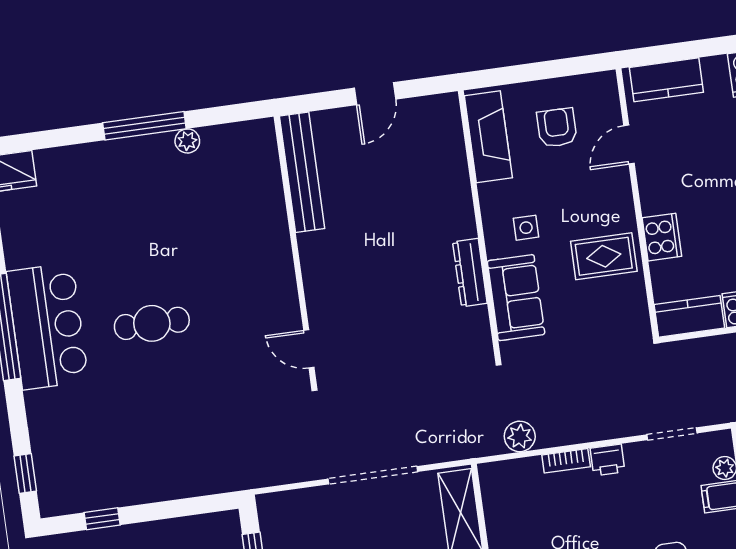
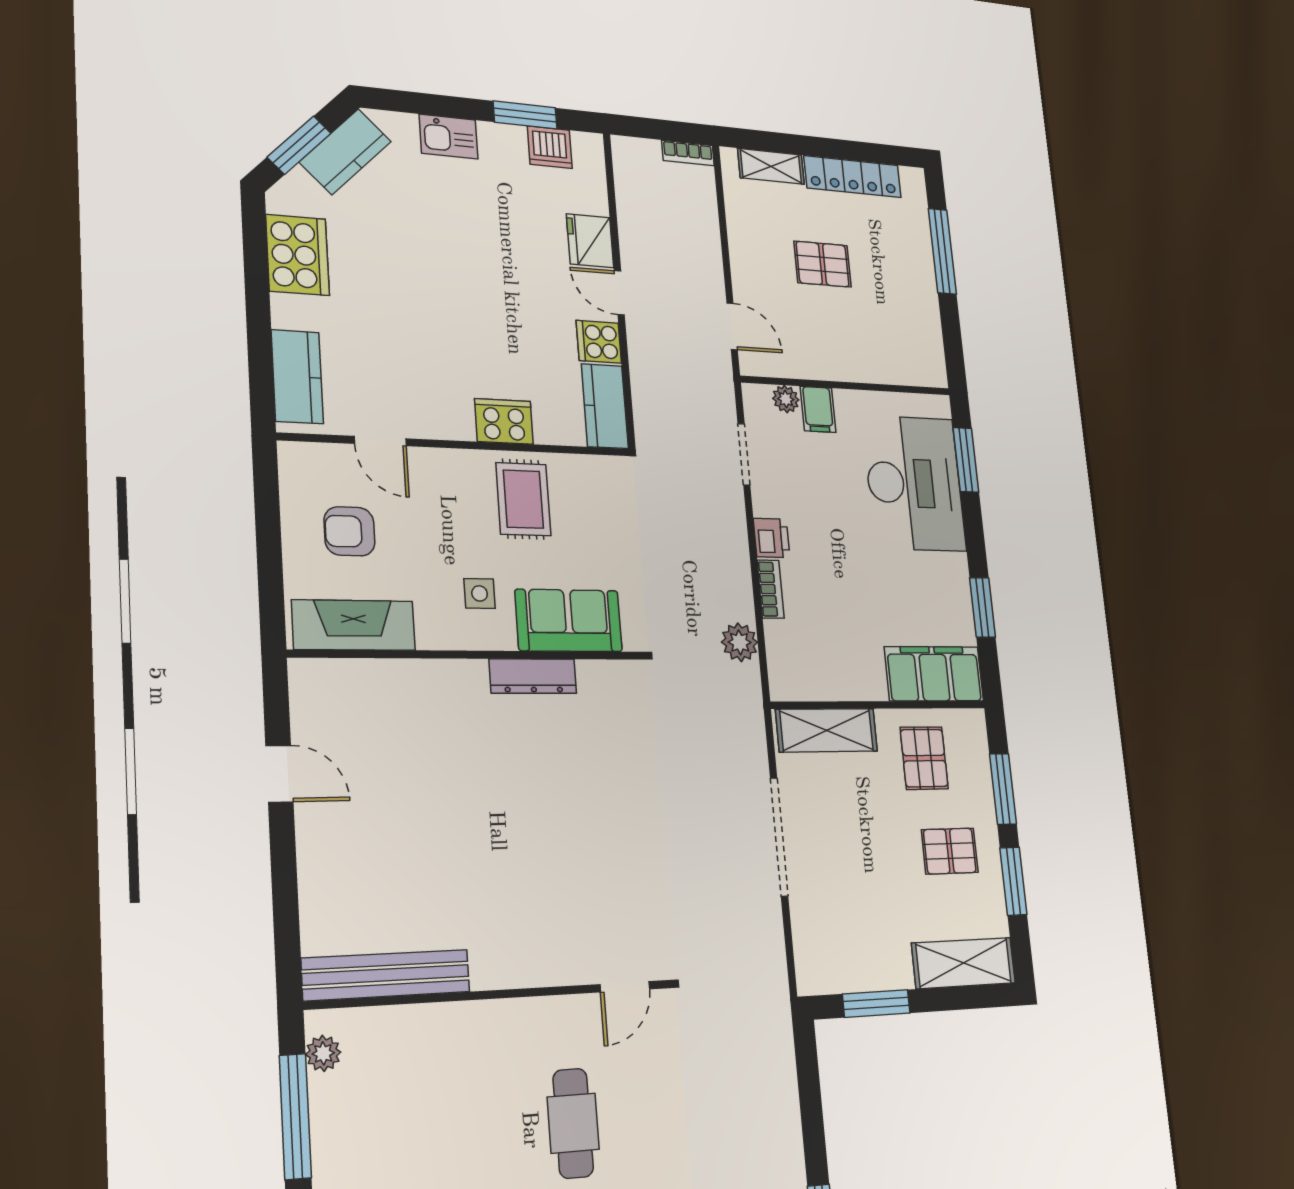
bench: (302, 172) -> (386, 975), moved
wall: (295, 251) -> (494, 994), moved
door: (309, 349) -> (625, 987), moved

